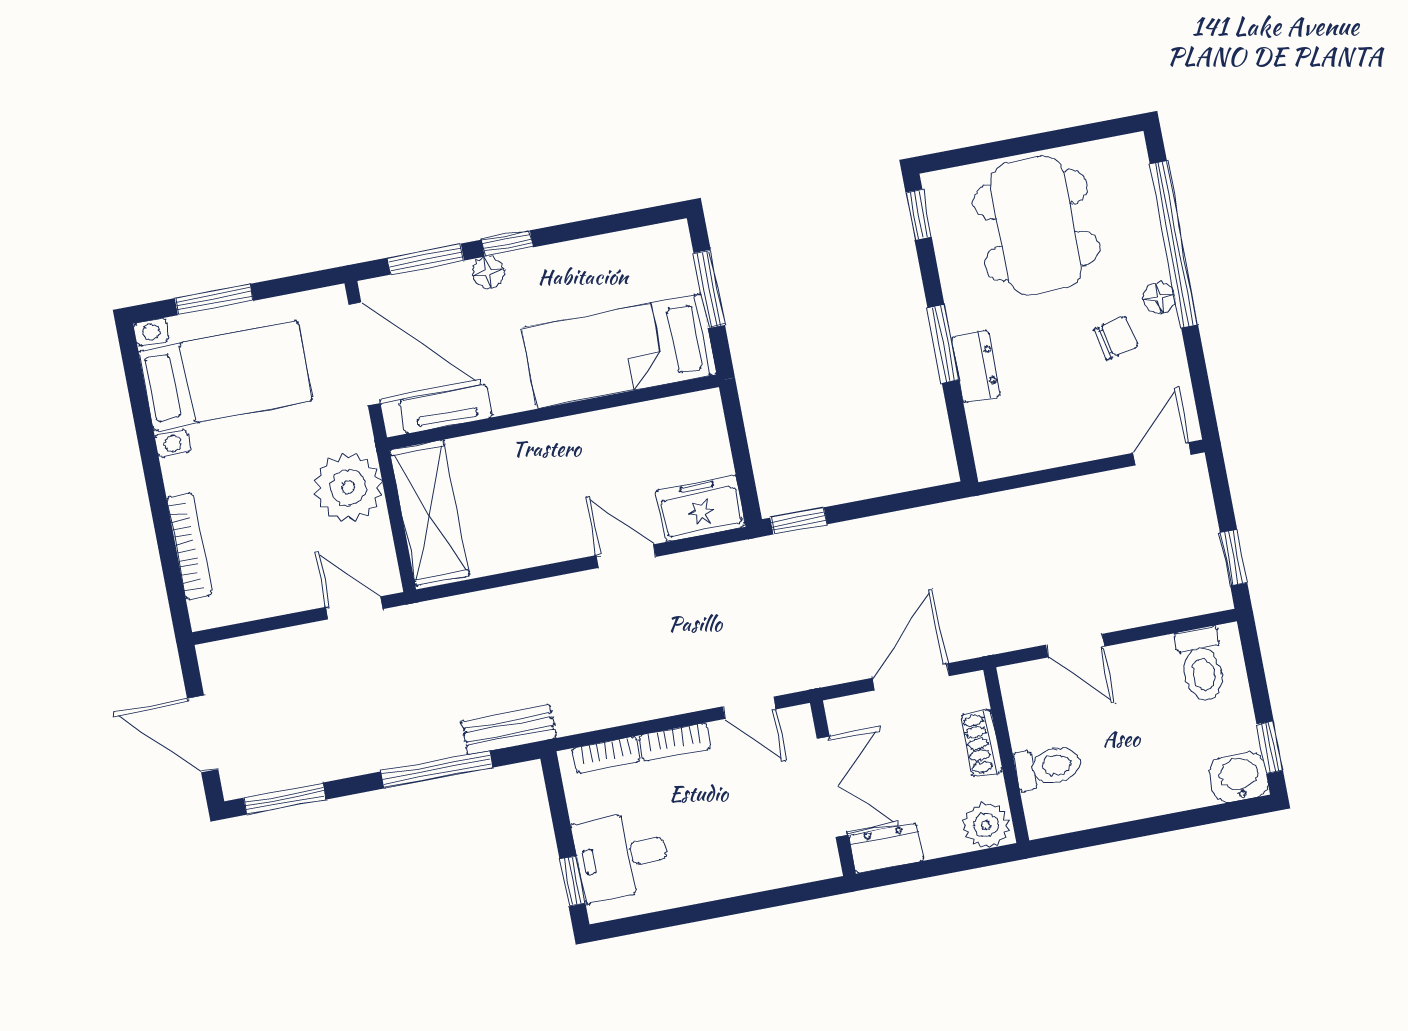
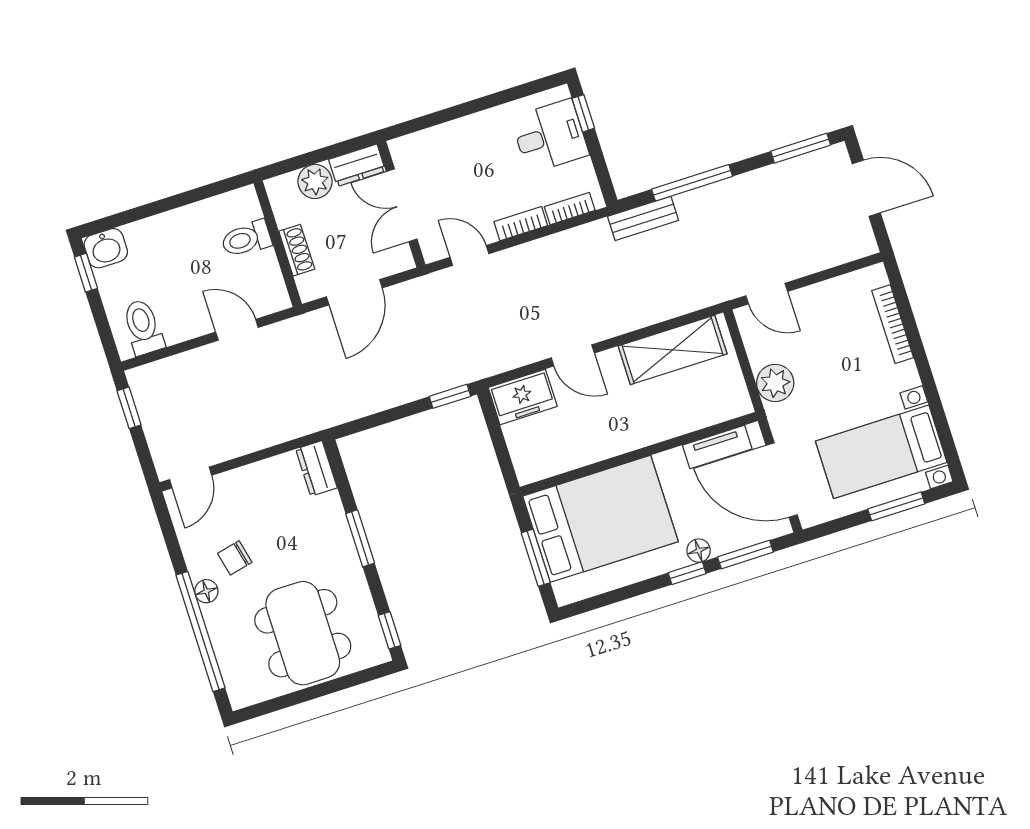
bed: (619, 351) -> (600, 519), width x1.50
dresser: (976, 367) -> (316, 468), moved
plant: (348, 488) -> (775, 383), width x0.73, depth x0.73
shelving: (429, 513) -> (673, 350), moved, turned 90
plant: (986, 825) -> (315, 182), moved

